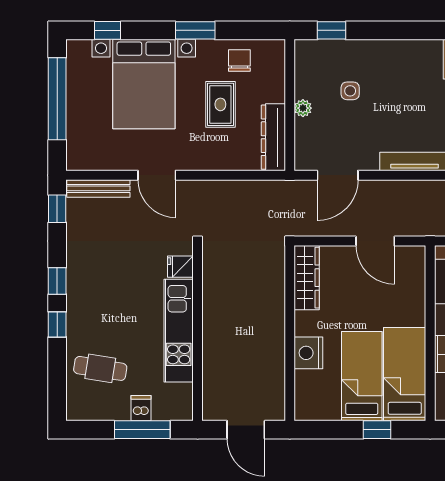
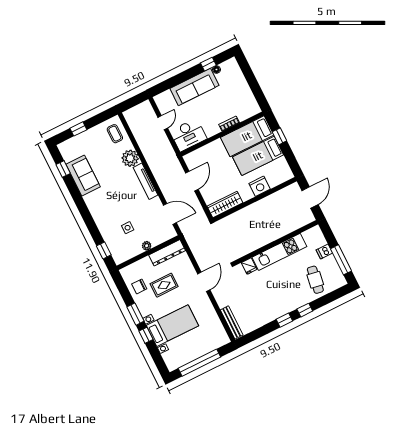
window: (108, 30) -> (146, 335), moved
bed with nightstands: (144, 84) -> (172, 326), width x0.73
door: (157, 175) -> (204, 282), moved
window: (57, 209) -> (251, 337), removed
window: (142, 430) -> (341, 260), moved

